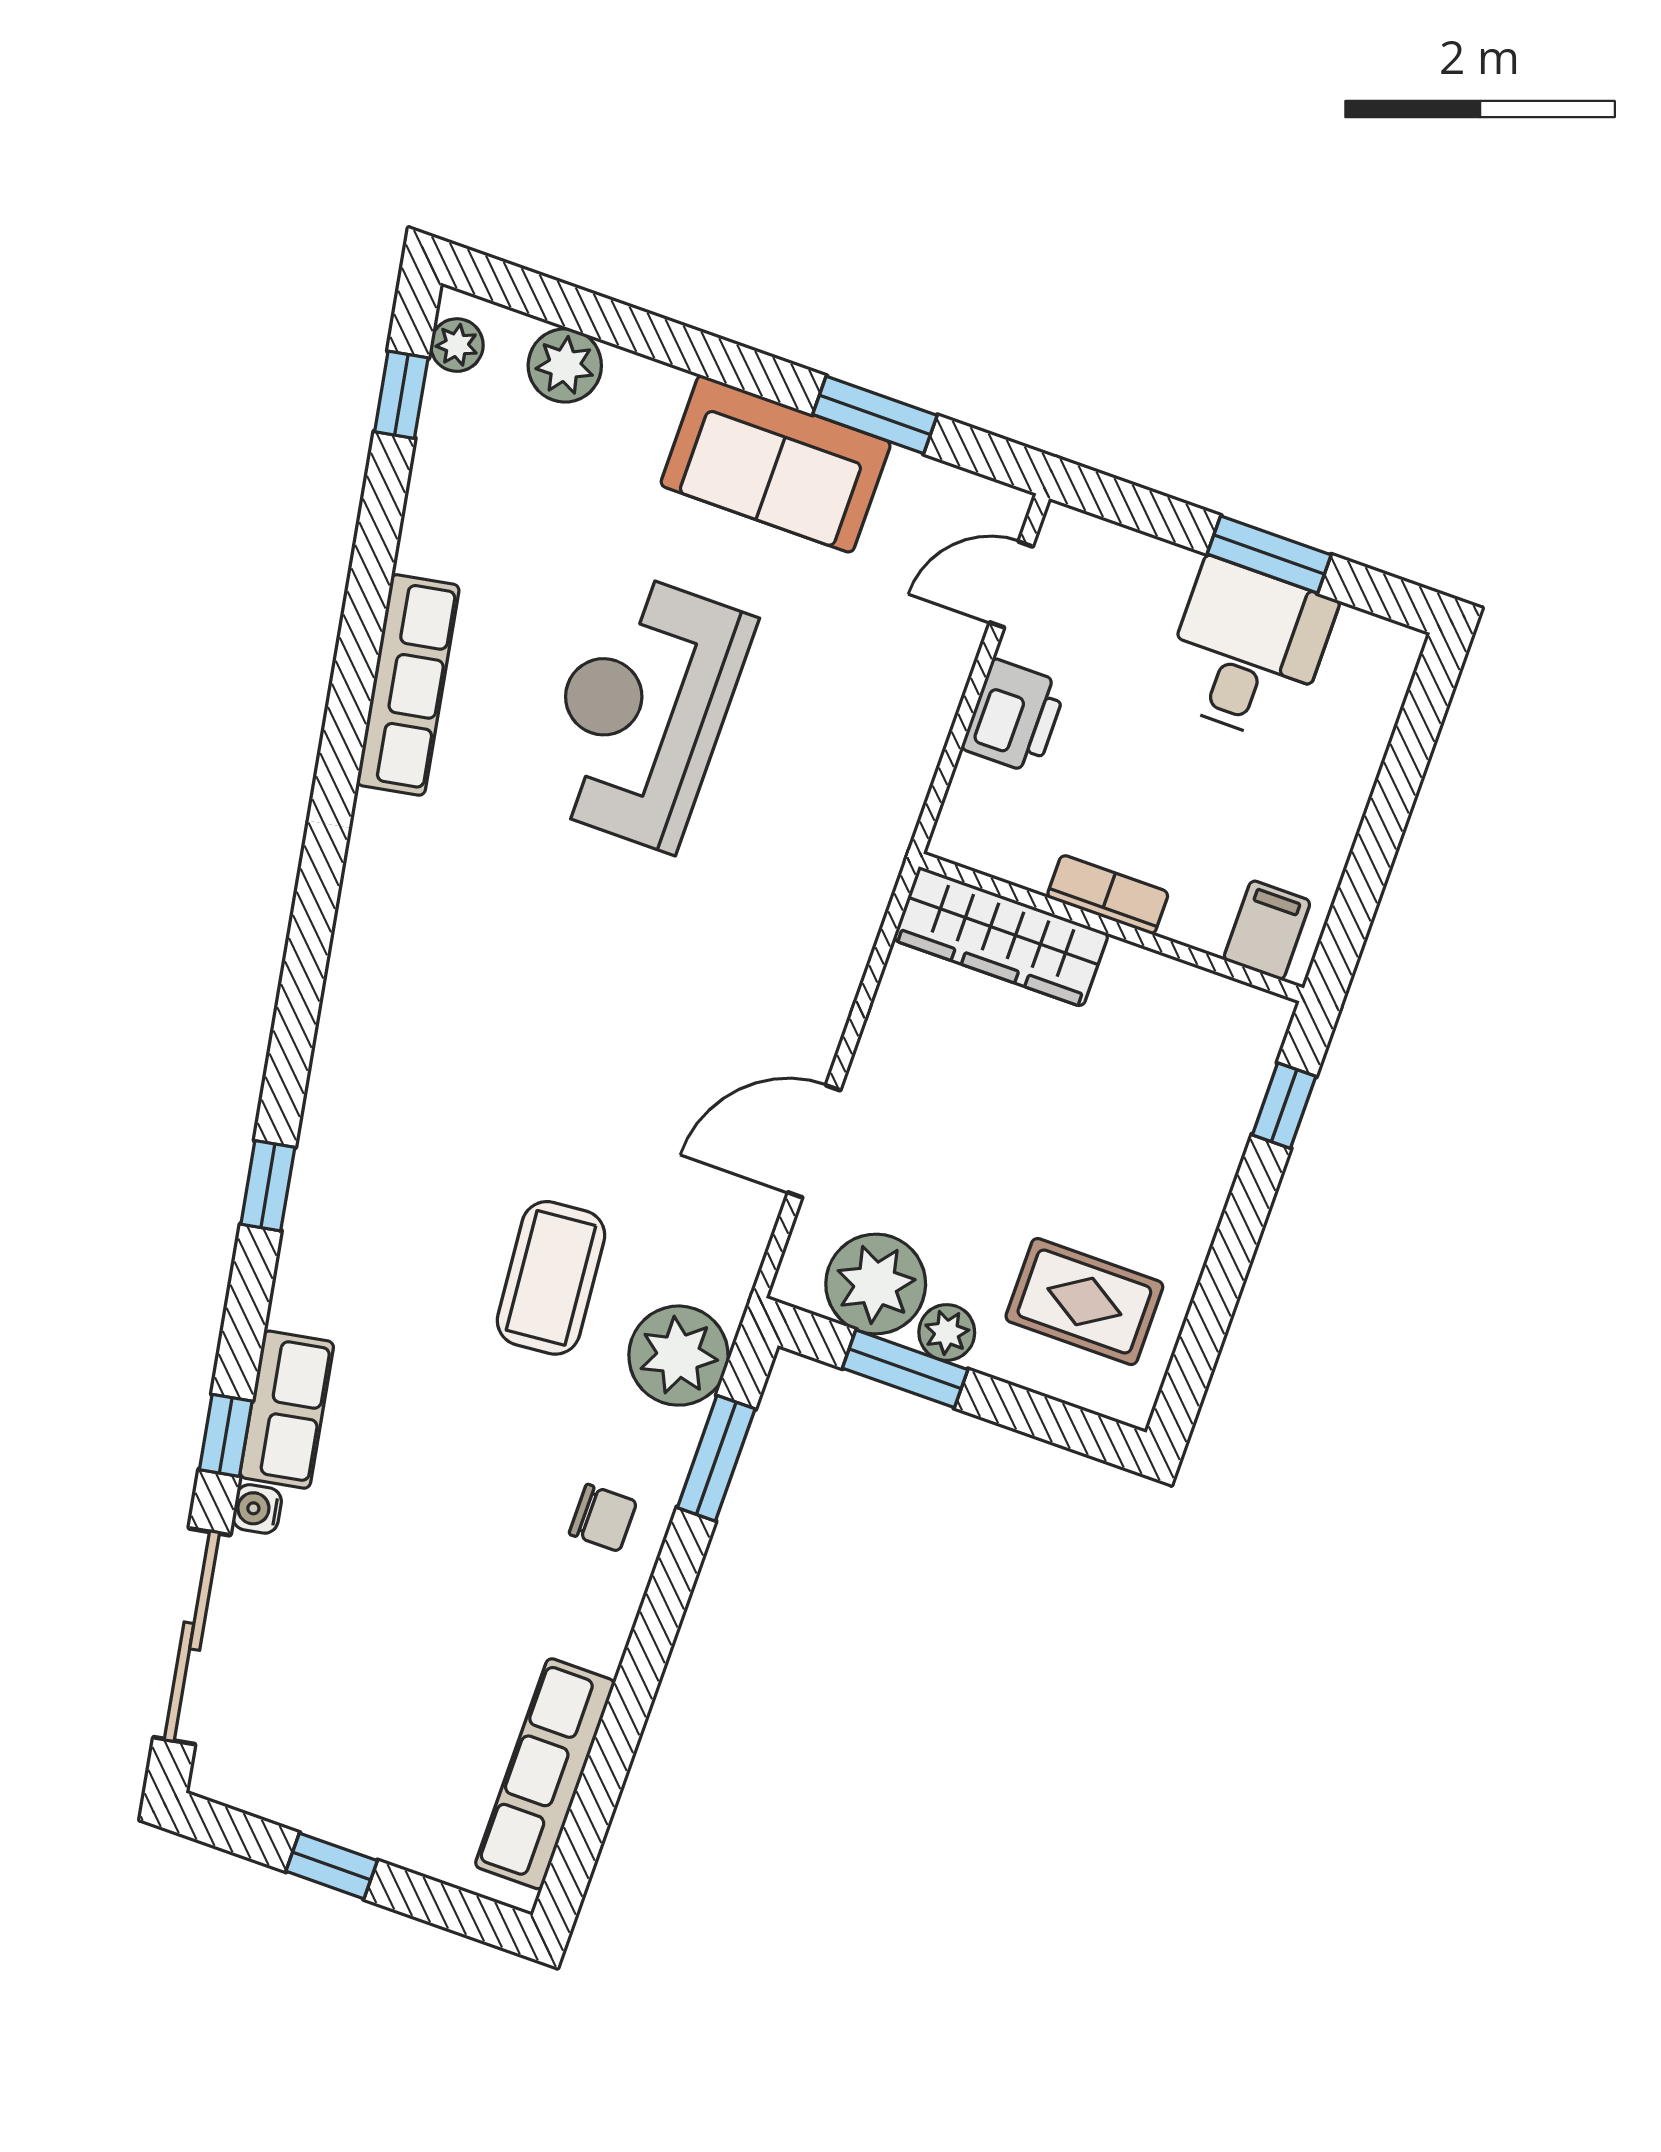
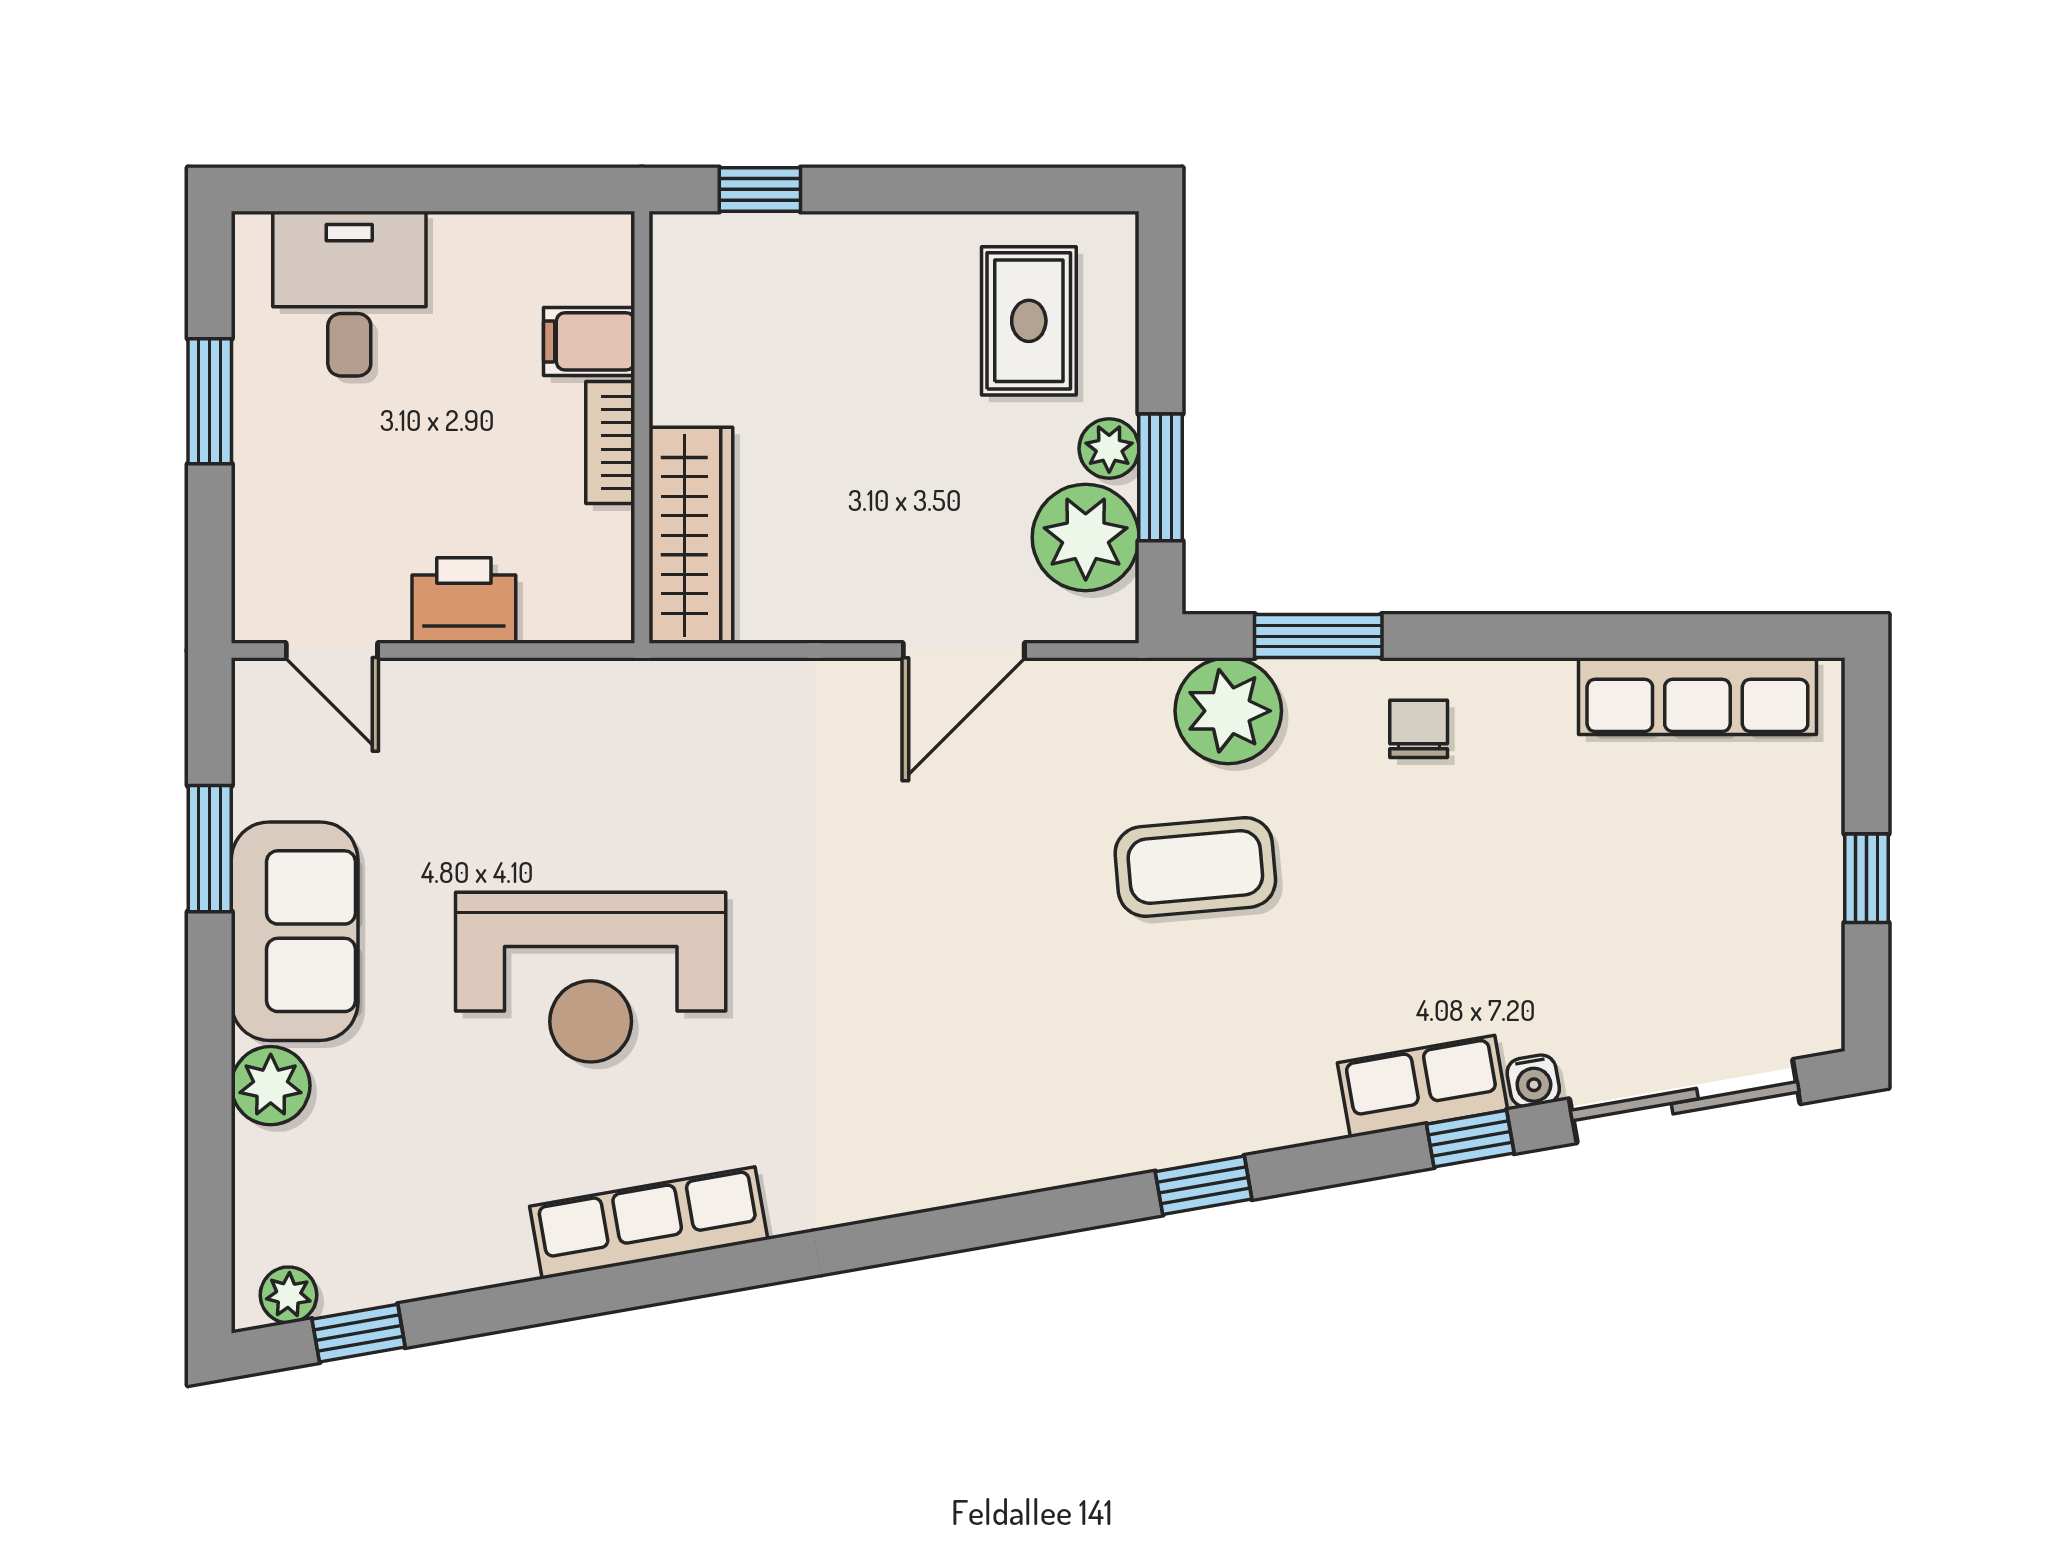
plant: (565, 365) -> (271, 1086), moved
desk: (1248, 650) -> (349, 294), moved, turned 90
filing cabinet: (1267, 930) -> (589, 341), moved
door: (814, 1141) -> (964, 650), hinge flipped

